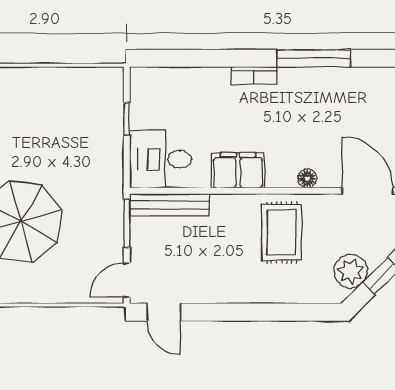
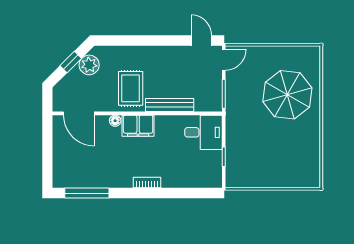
window: (314, 58) -> (87, 193), moved
filing cabinet: (238, 170) -> (138, 126), moved
bench: (169, 205) -> (170, 105), moved

